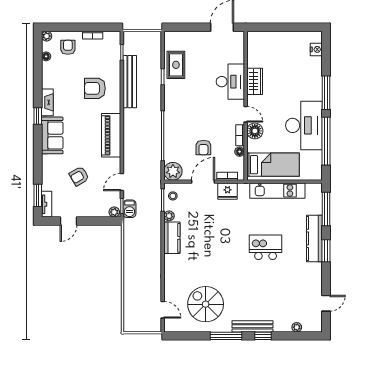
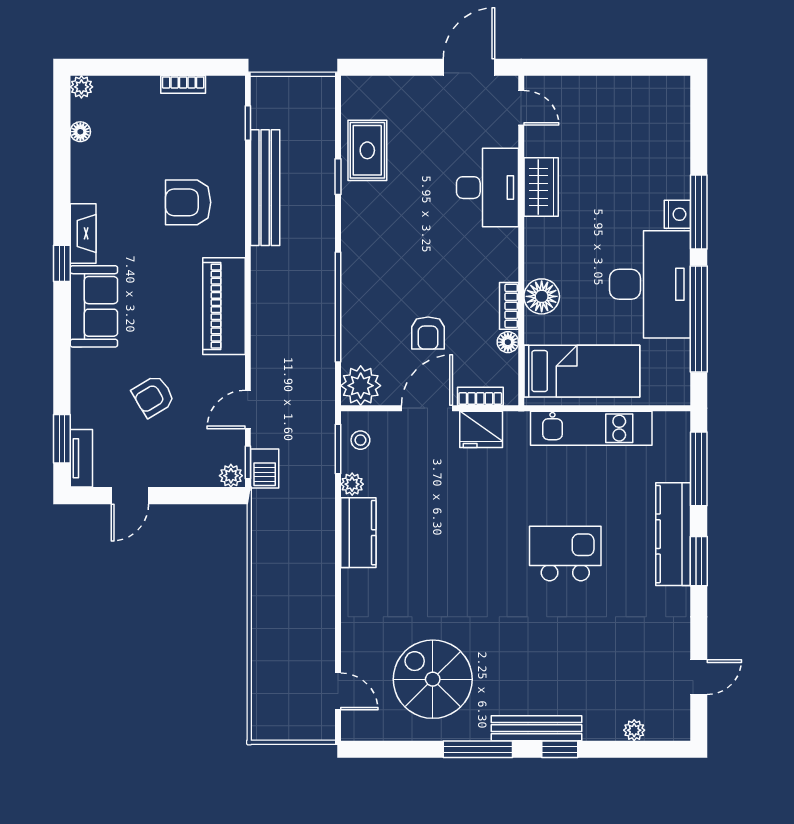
armchair: (68, 47) -> (129, 112), removed
nightstand: (316, 49) -> (677, 214), moved
door: (246, 114) -> (521, 108), moved

